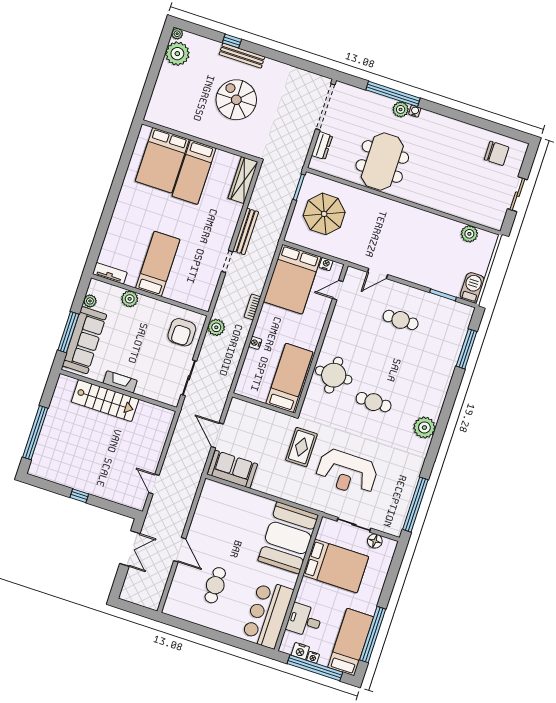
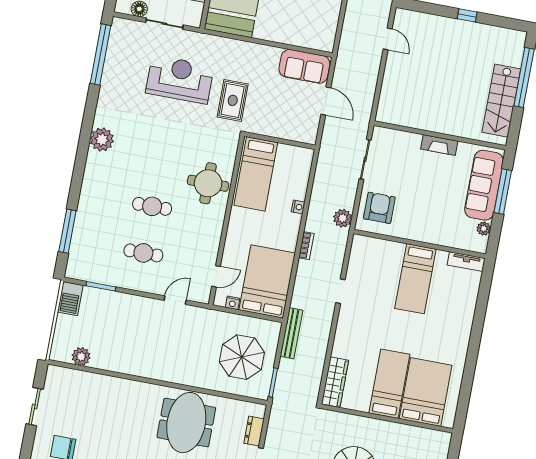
bench: (246, 231) -> (291, 333), moved
plant: (130, 299) -> (441, 237), removed
stairs: (105, 401) -> (501, 101), moved, turned -90
cafe table: (374, 402) -> (152, 206), moved

